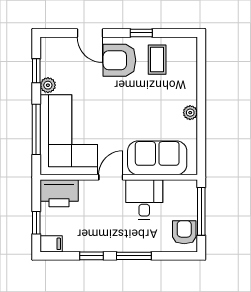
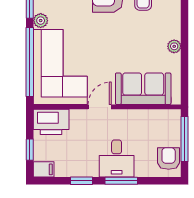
window: (36, 129) -> (30, 62), width x1.46
desk: (144, 199) -> (117, 158), moved, turned 180

